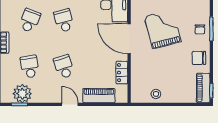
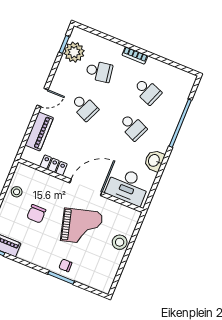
school desk: (64, 20) -> (133, 127), turned 39
chair: (199, 58) -> (36, 214), moved, turned 180
school desk: (64, 67) -> (84, 107), turned 42

